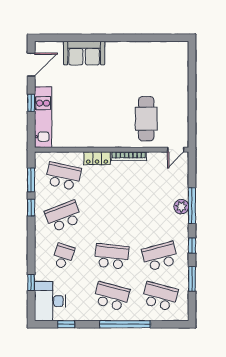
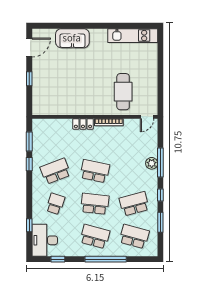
kitchen unit: (43, 117) -> (133, 36), moved, turned 90
school desk: (63, 176) -> (95, 171), moved

